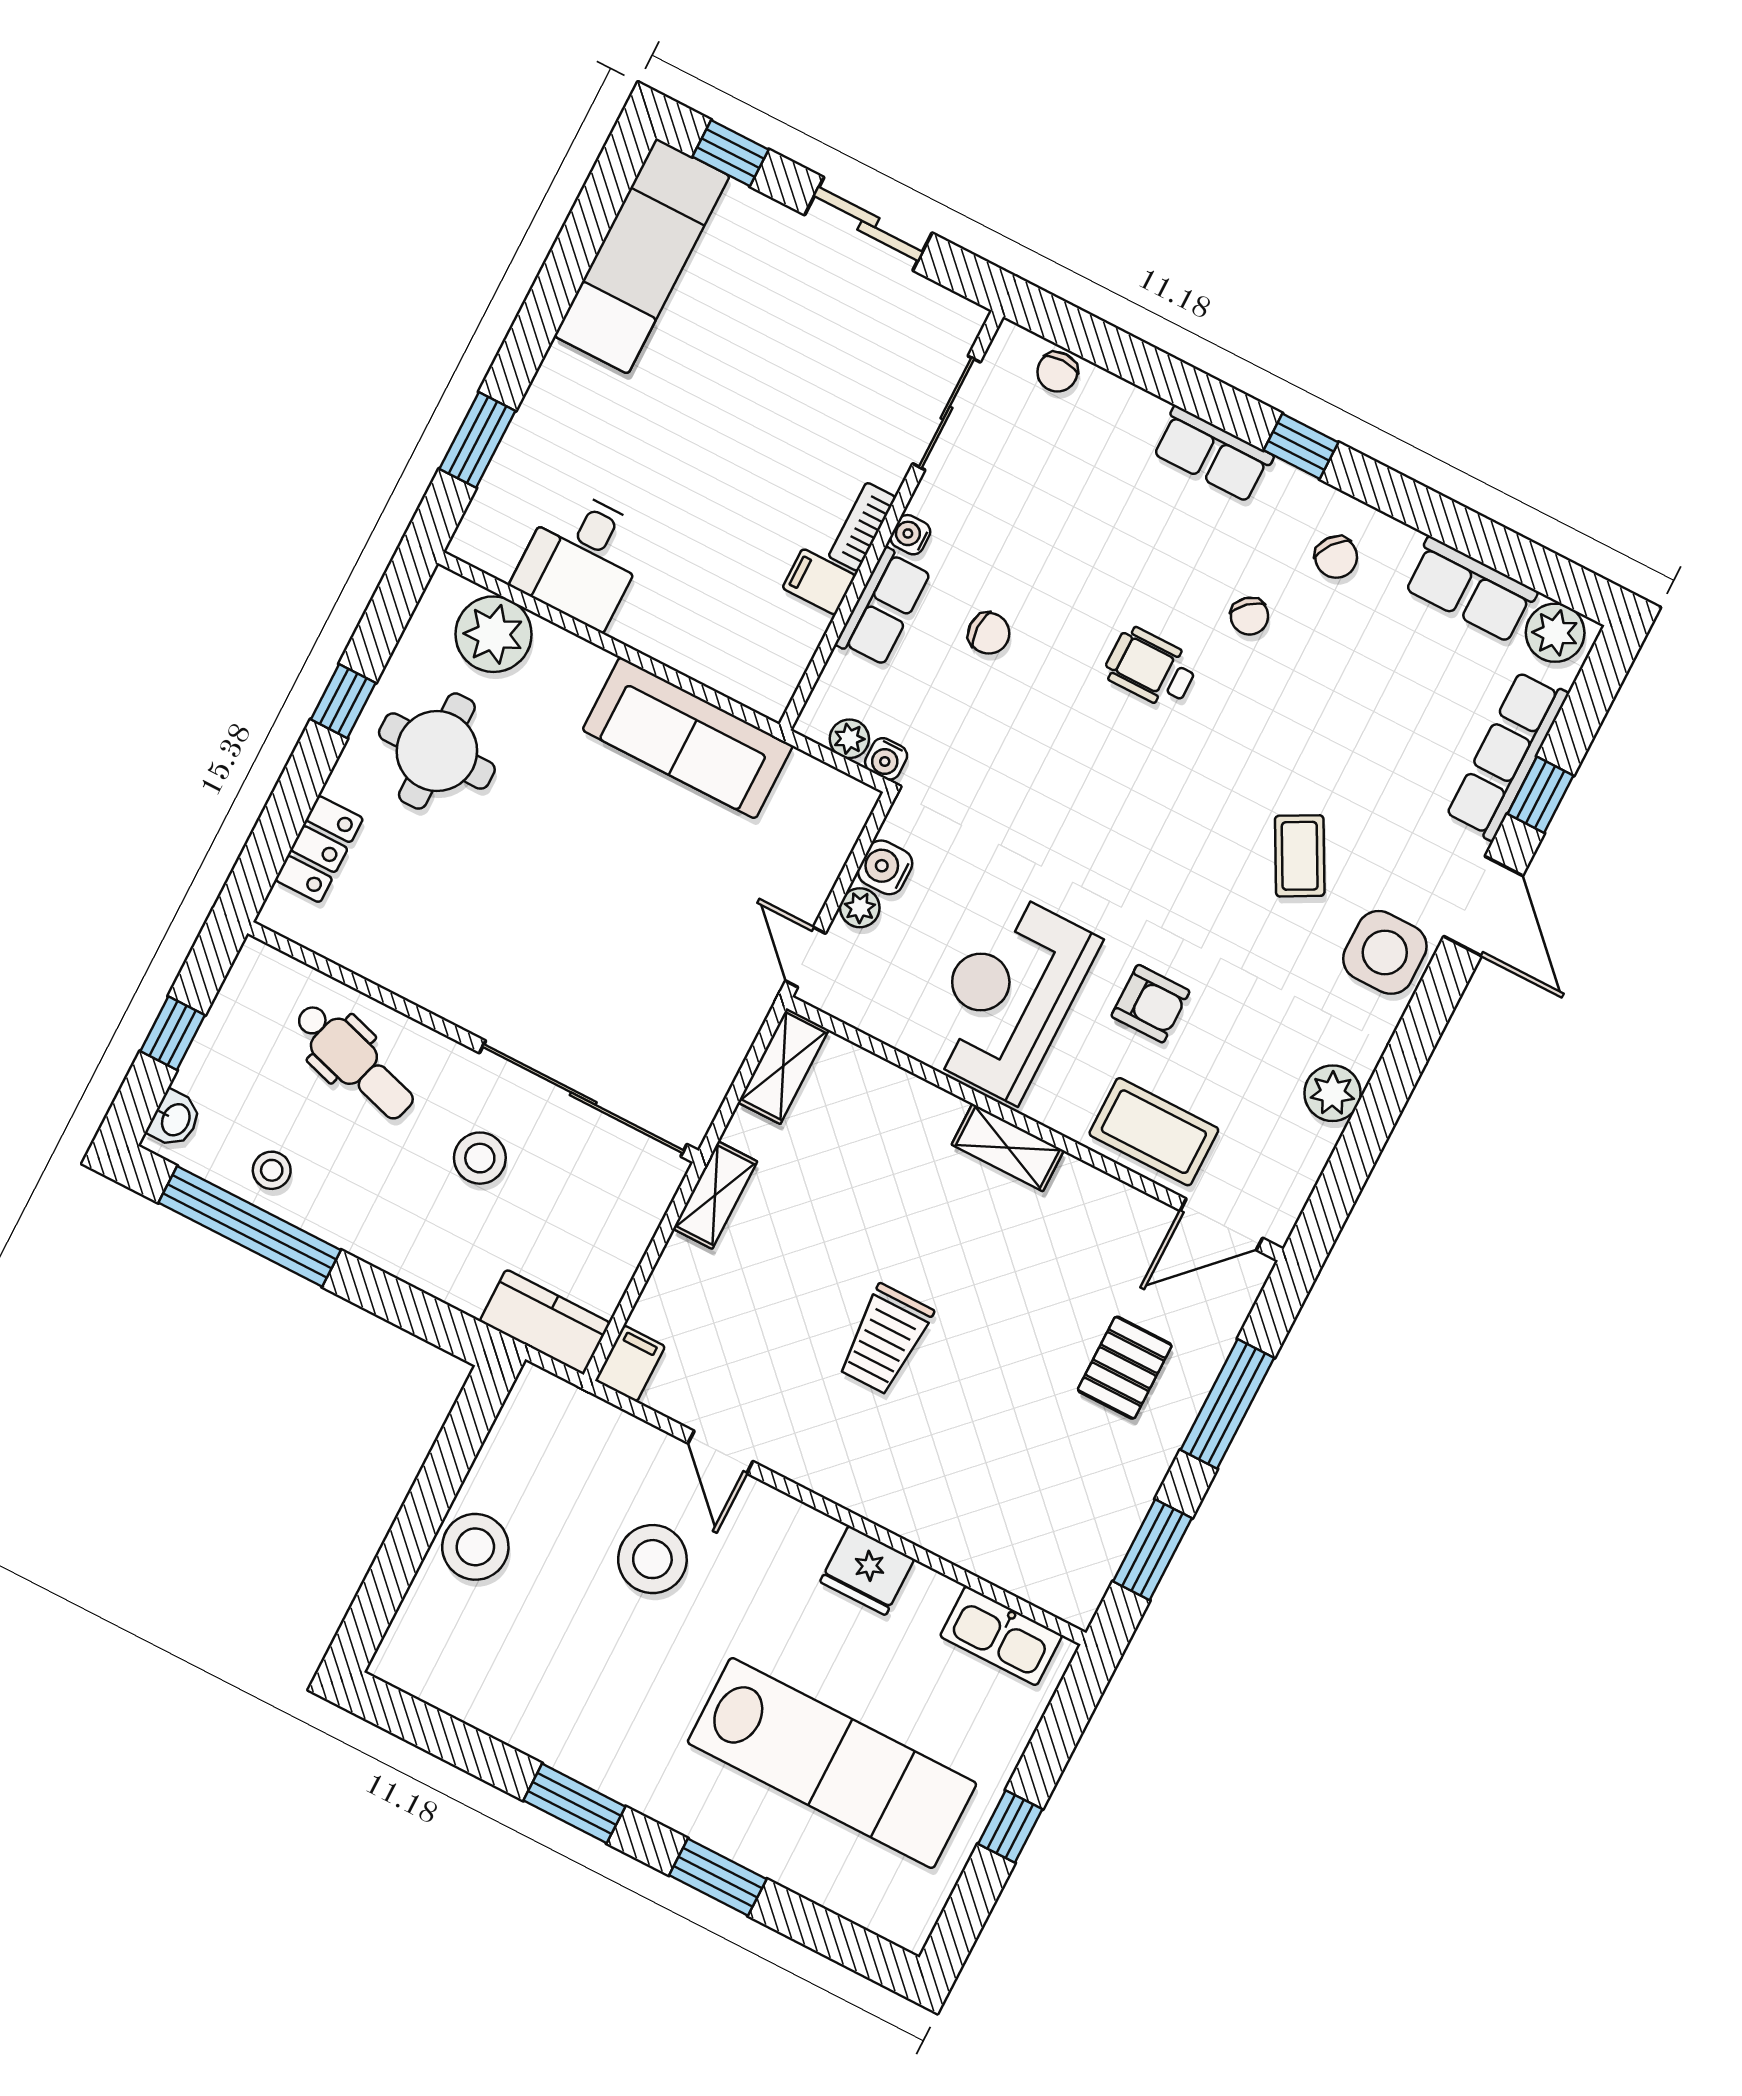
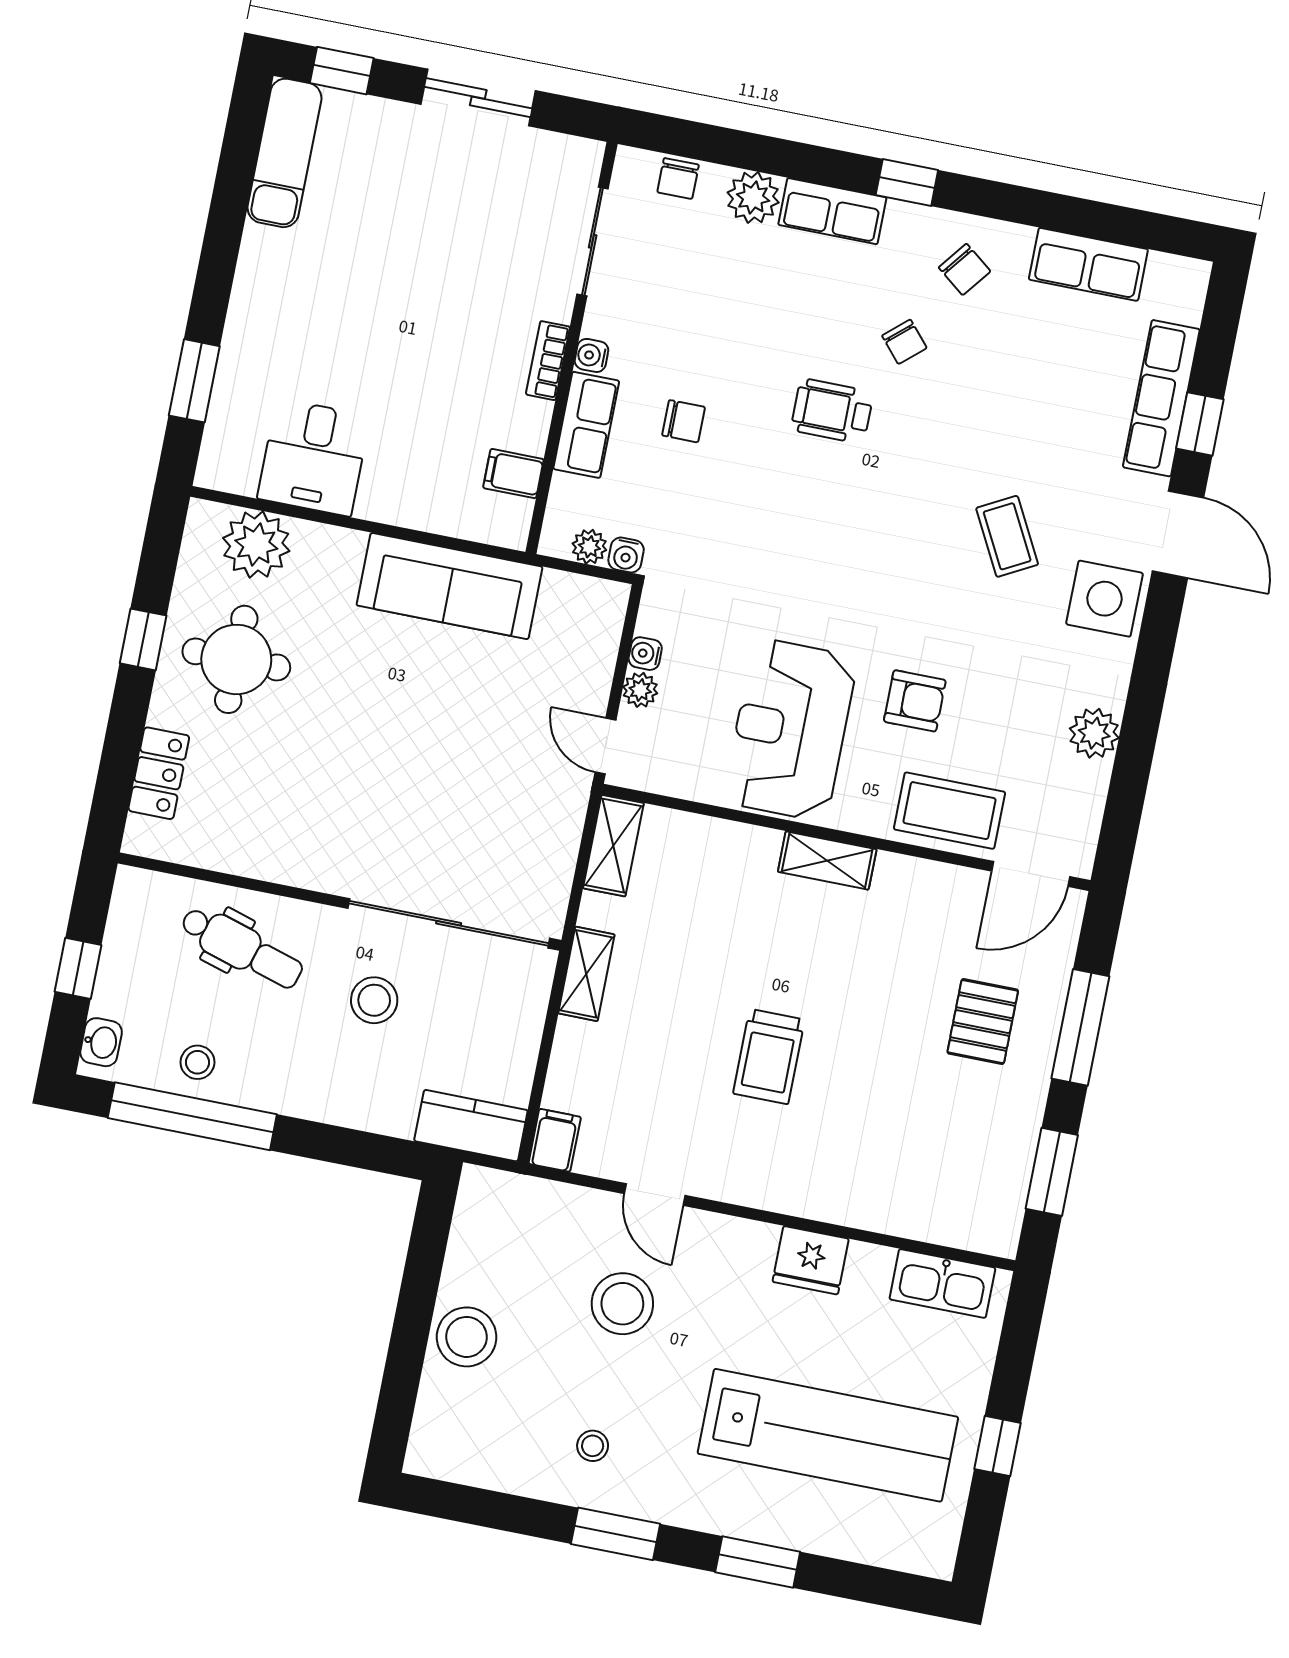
exam couch: (642, 256) -> (285, 153), width x0.73, depth x0.69
filing cabinet: (819, 582) -> (513, 474), moved
plant: (1555, 633) -> (753, 198), moved
water cooler: (885, 867) -> (645, 654), width x0.72, depth x0.72
stool: (577, 1702) -> (593, 1446), added

